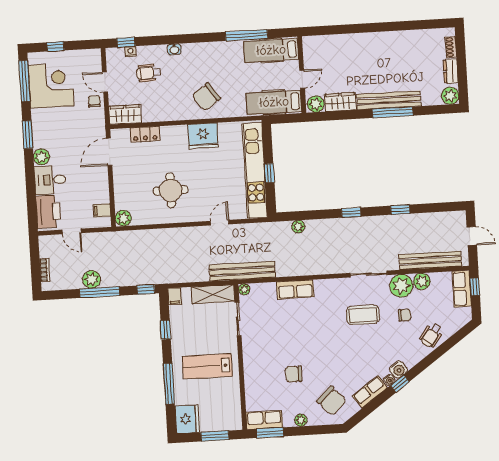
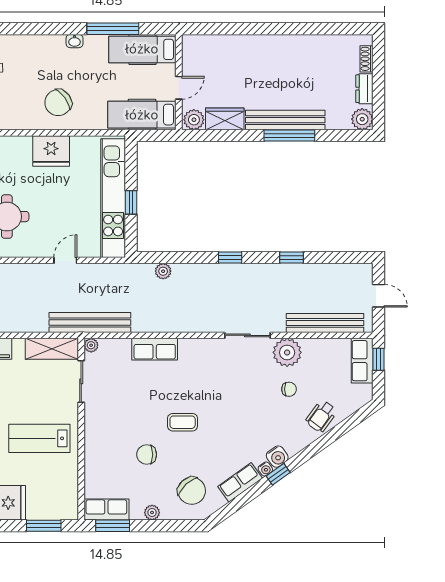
washbasin: (174, 49) -> (75, 41), moved
plant: (422, 281) -> (313, 348), removed
coffee table: (363, 315) -> (183, 422), moved, width x0.73, depth x0.77

